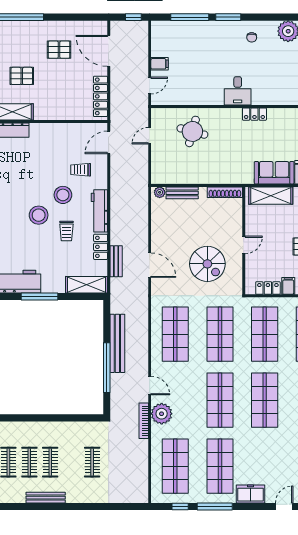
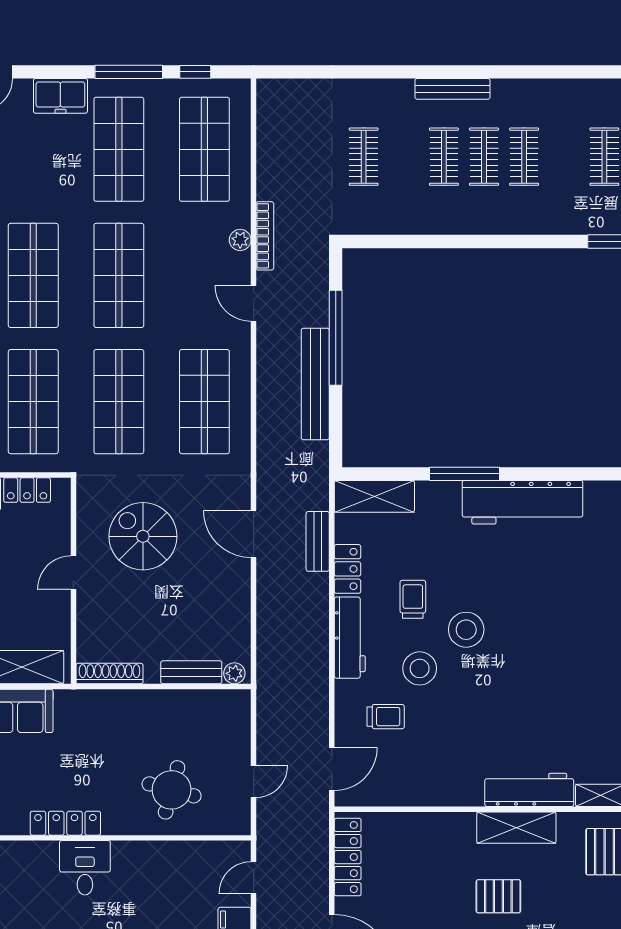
locker: (254, 114) -> (65, 823), width x1.53
plant: (162, 414) -> (240, 240), width x0.53, depth x0.53

